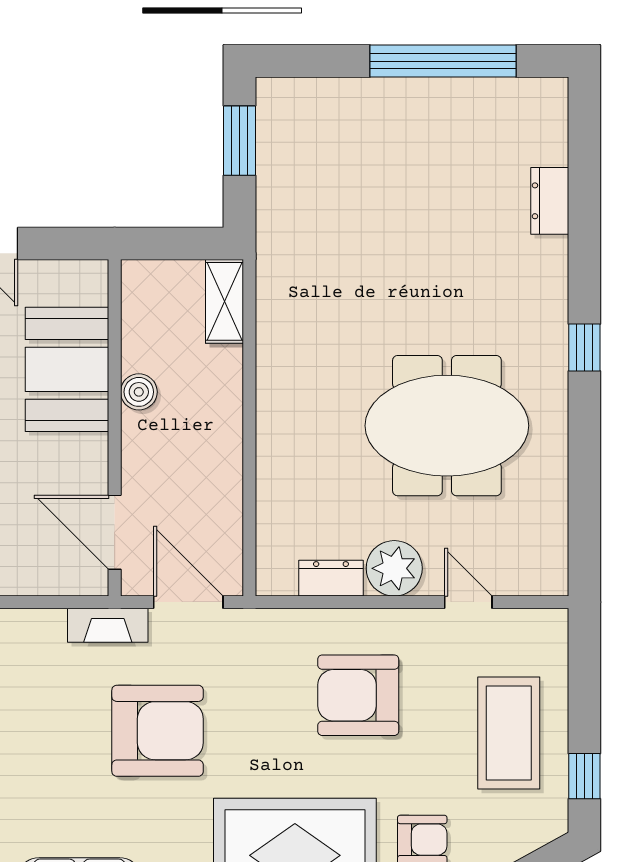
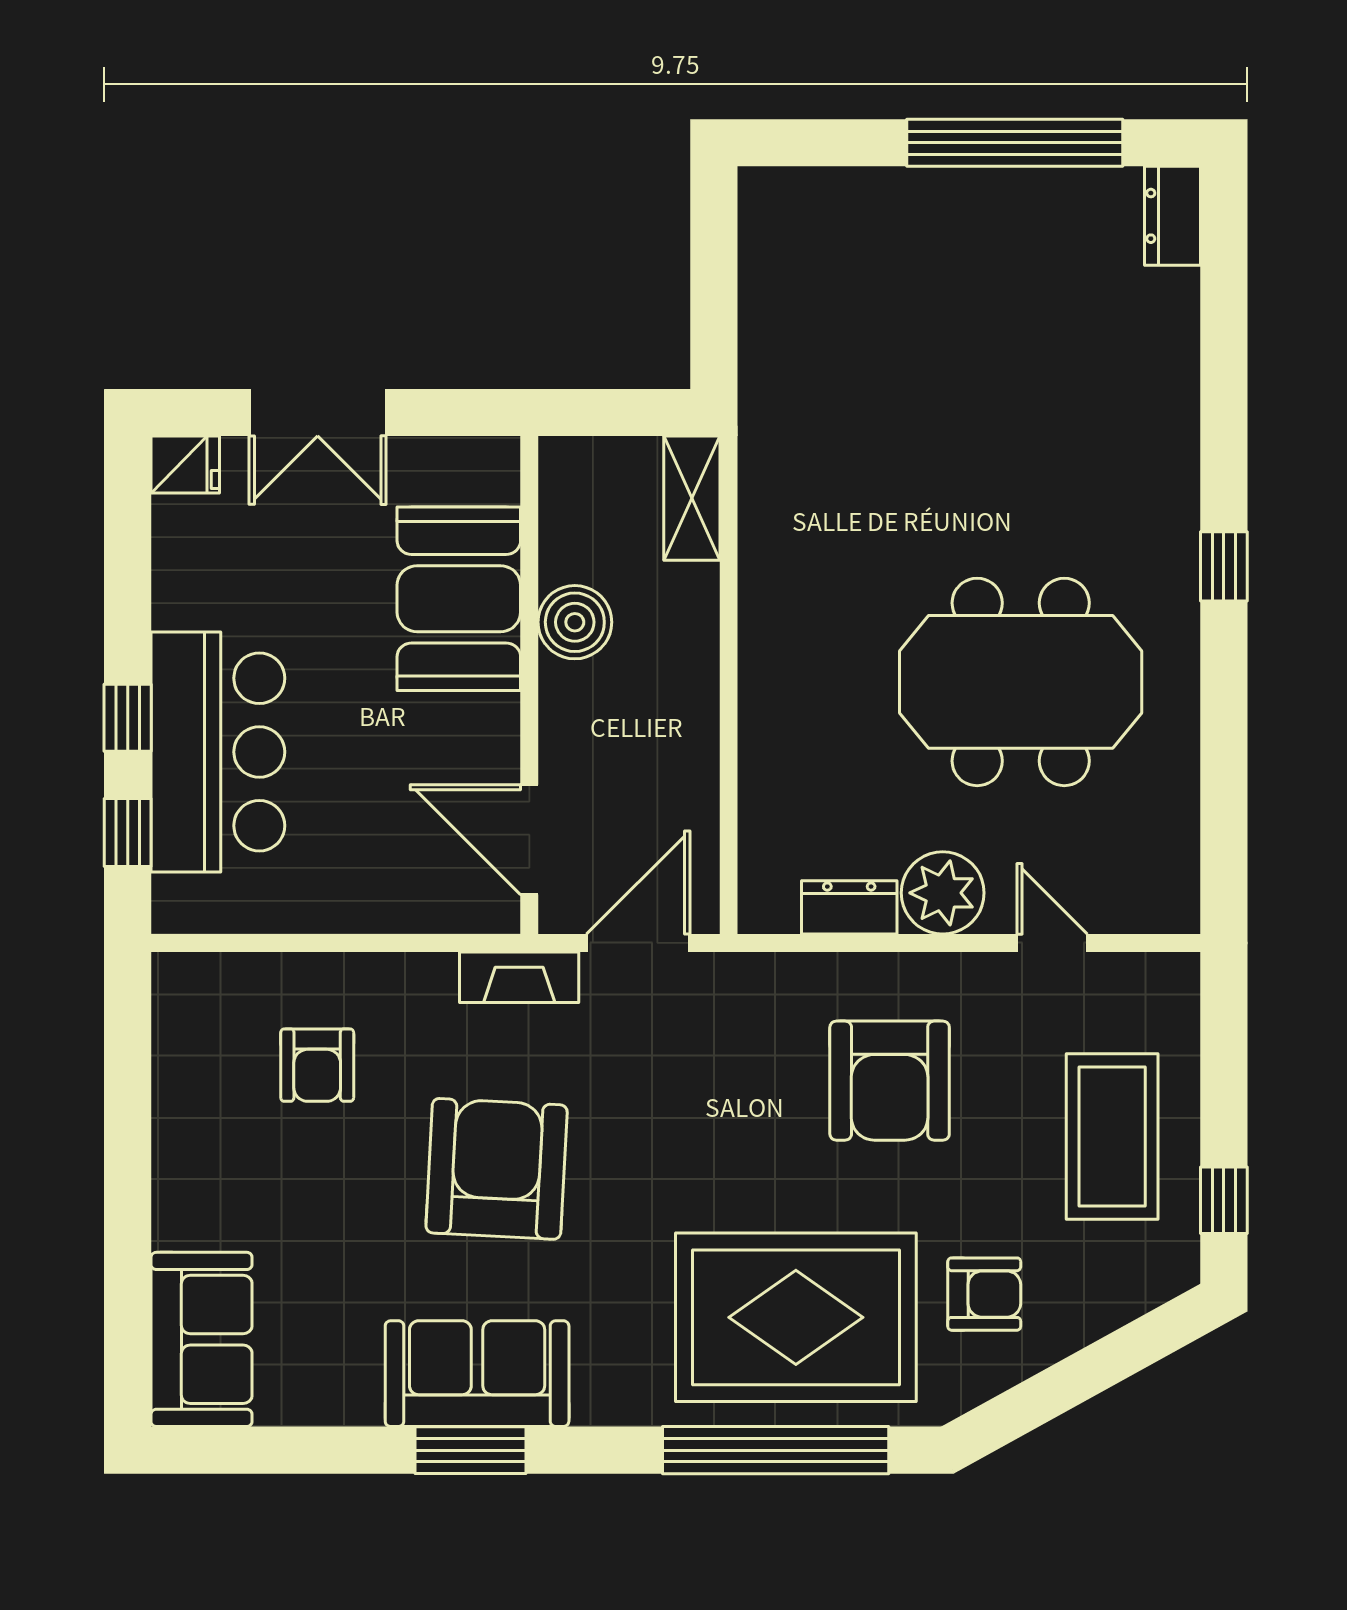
window: (239, 141) -> (714, 260), removed
dresser: (550, 201) -> (1173, 216), moved
boiler: (139, 392) -> (575, 622), width x1.36, depth x1.36
door: (188, 602) -> (638, 943), hinge flipped
armchair: (358, 695) -> (890, 1081), turned -90
armchair: (158, 731) -> (497, 1169), moved, turned -87

